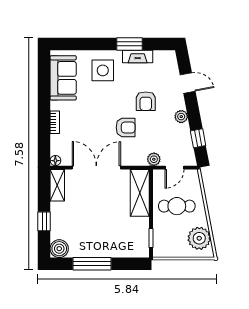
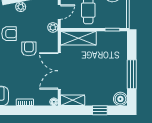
door: (174, 168) -> (59, 12), hinge flipped

